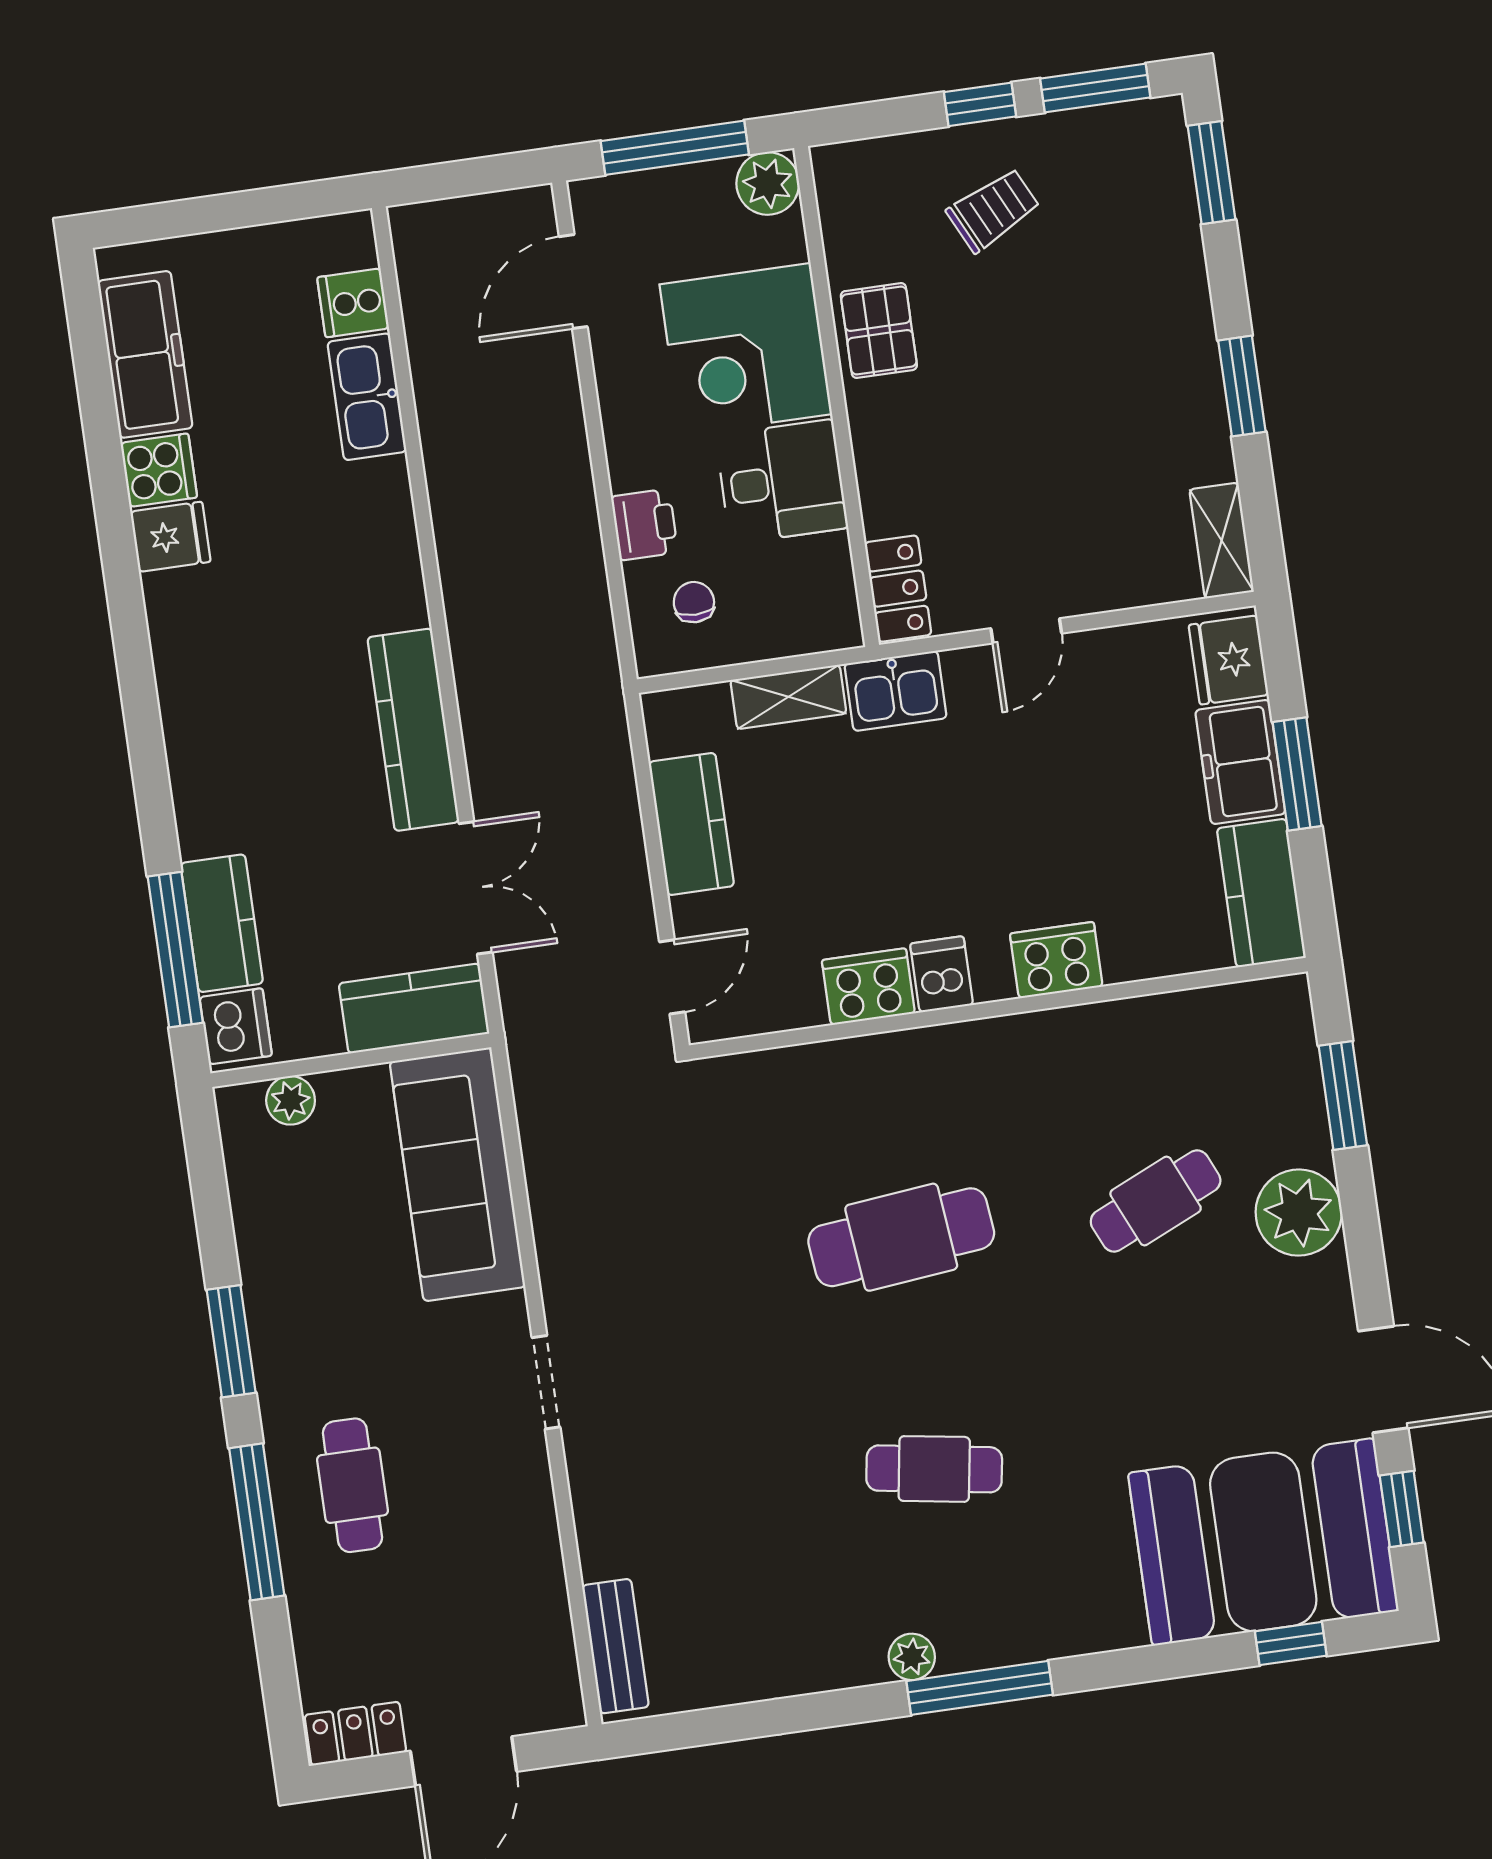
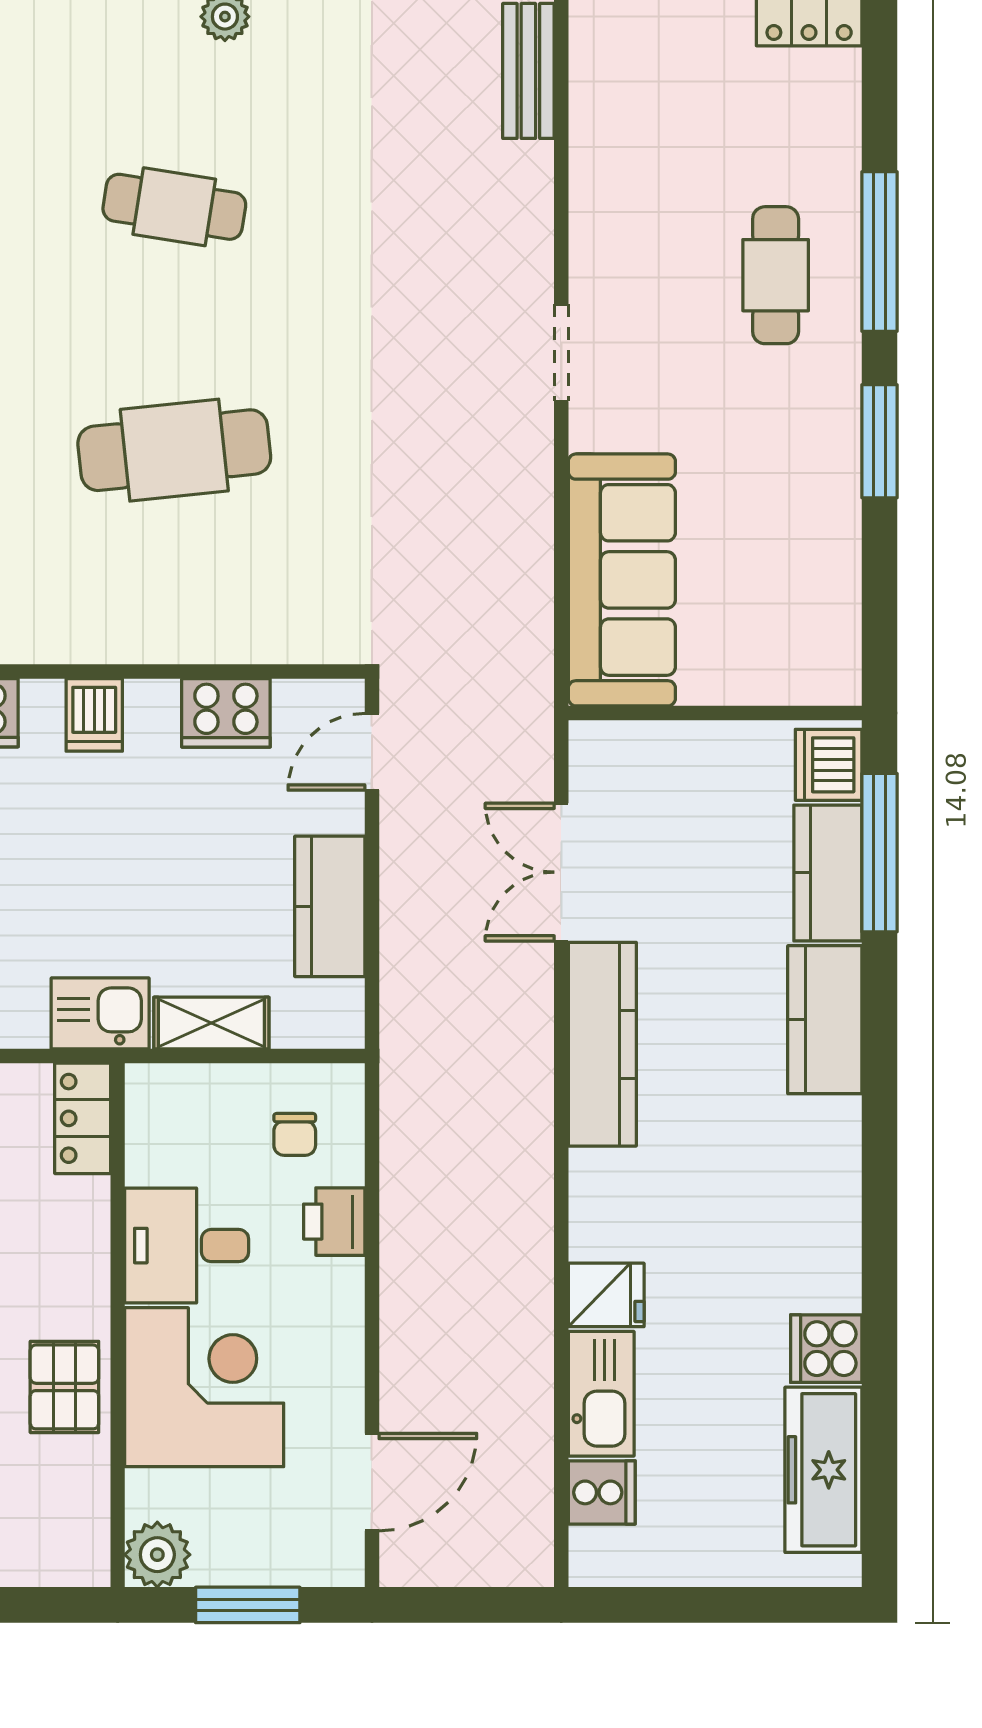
window: (675, 148) -> (248, 1605), width x0.69
fridge: (171, 537) -> (606, 1295), moved, turned 180
cooker: (868, 987) -> (226, 713), moved
kitchen counter: (414, 1008) -> (825, 1020), moved, turned 90
plant: (291, 1100) -> (783, 681), removed

